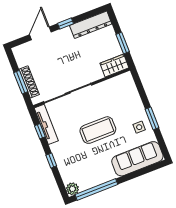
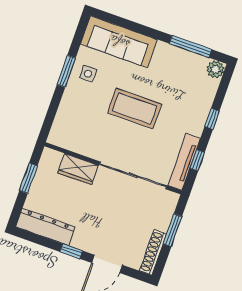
wardrobe: (114, 65) -> (78, 169), moved
shoe rack: (29, 82) -> (153, 252), moved
window: (96, 190) -> (191, 47), width x0.68

